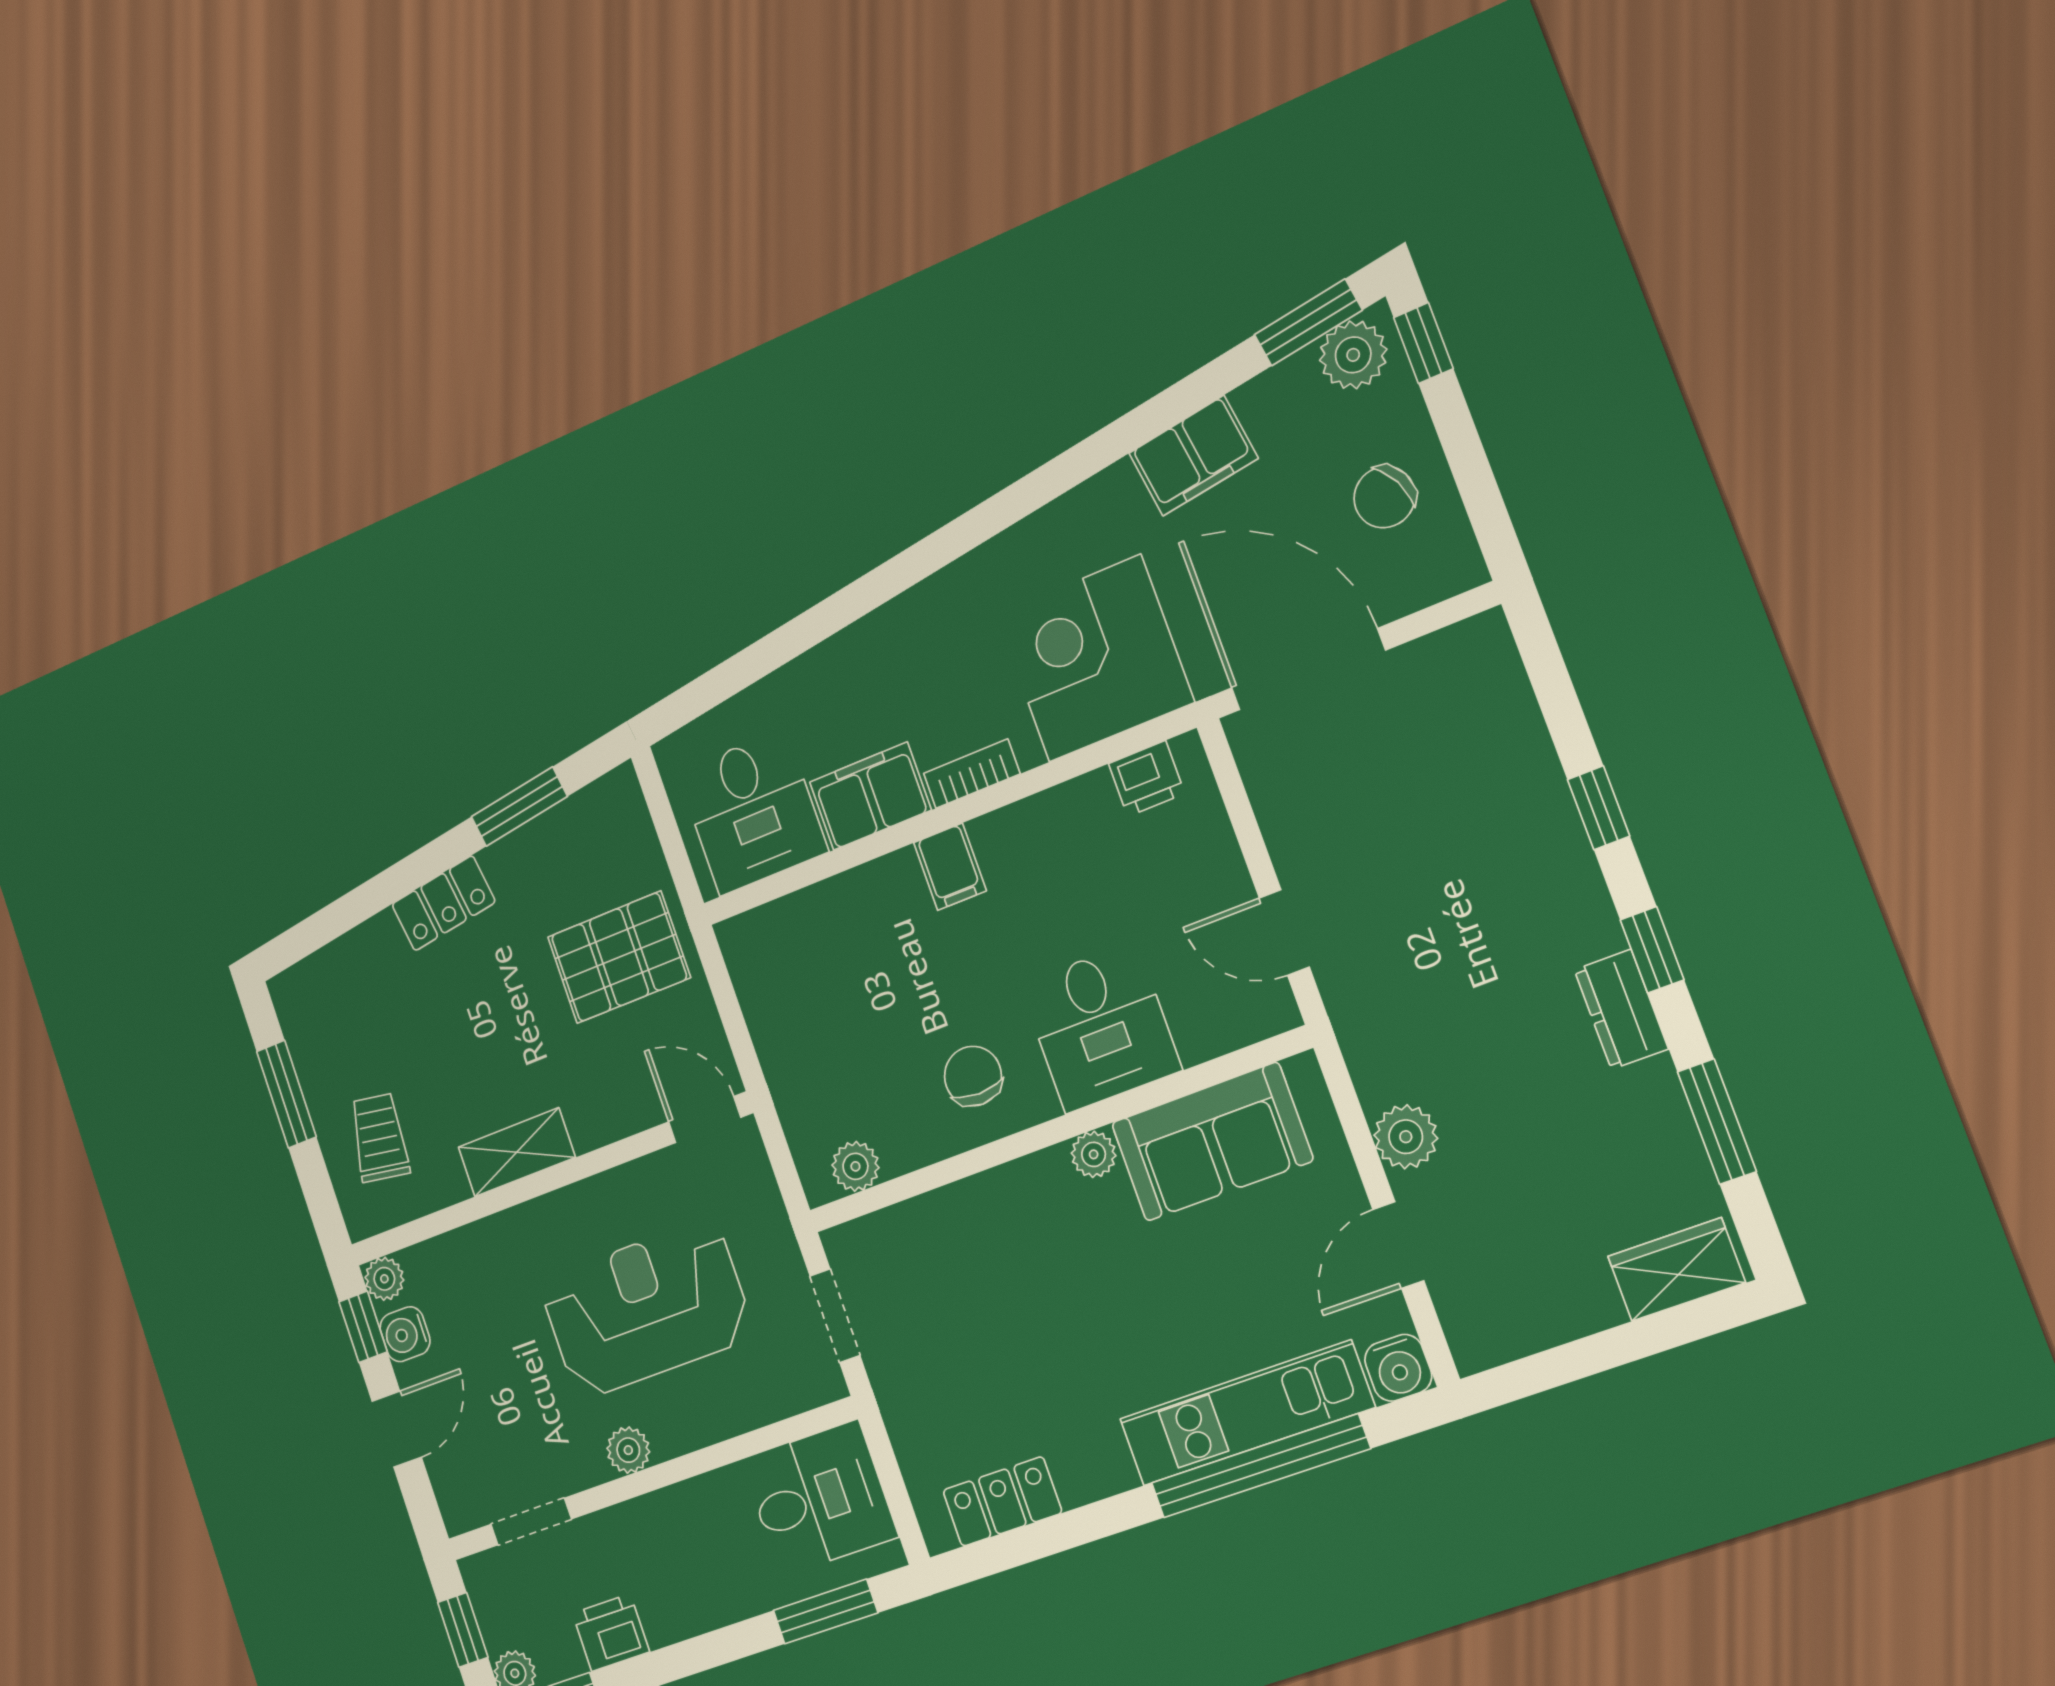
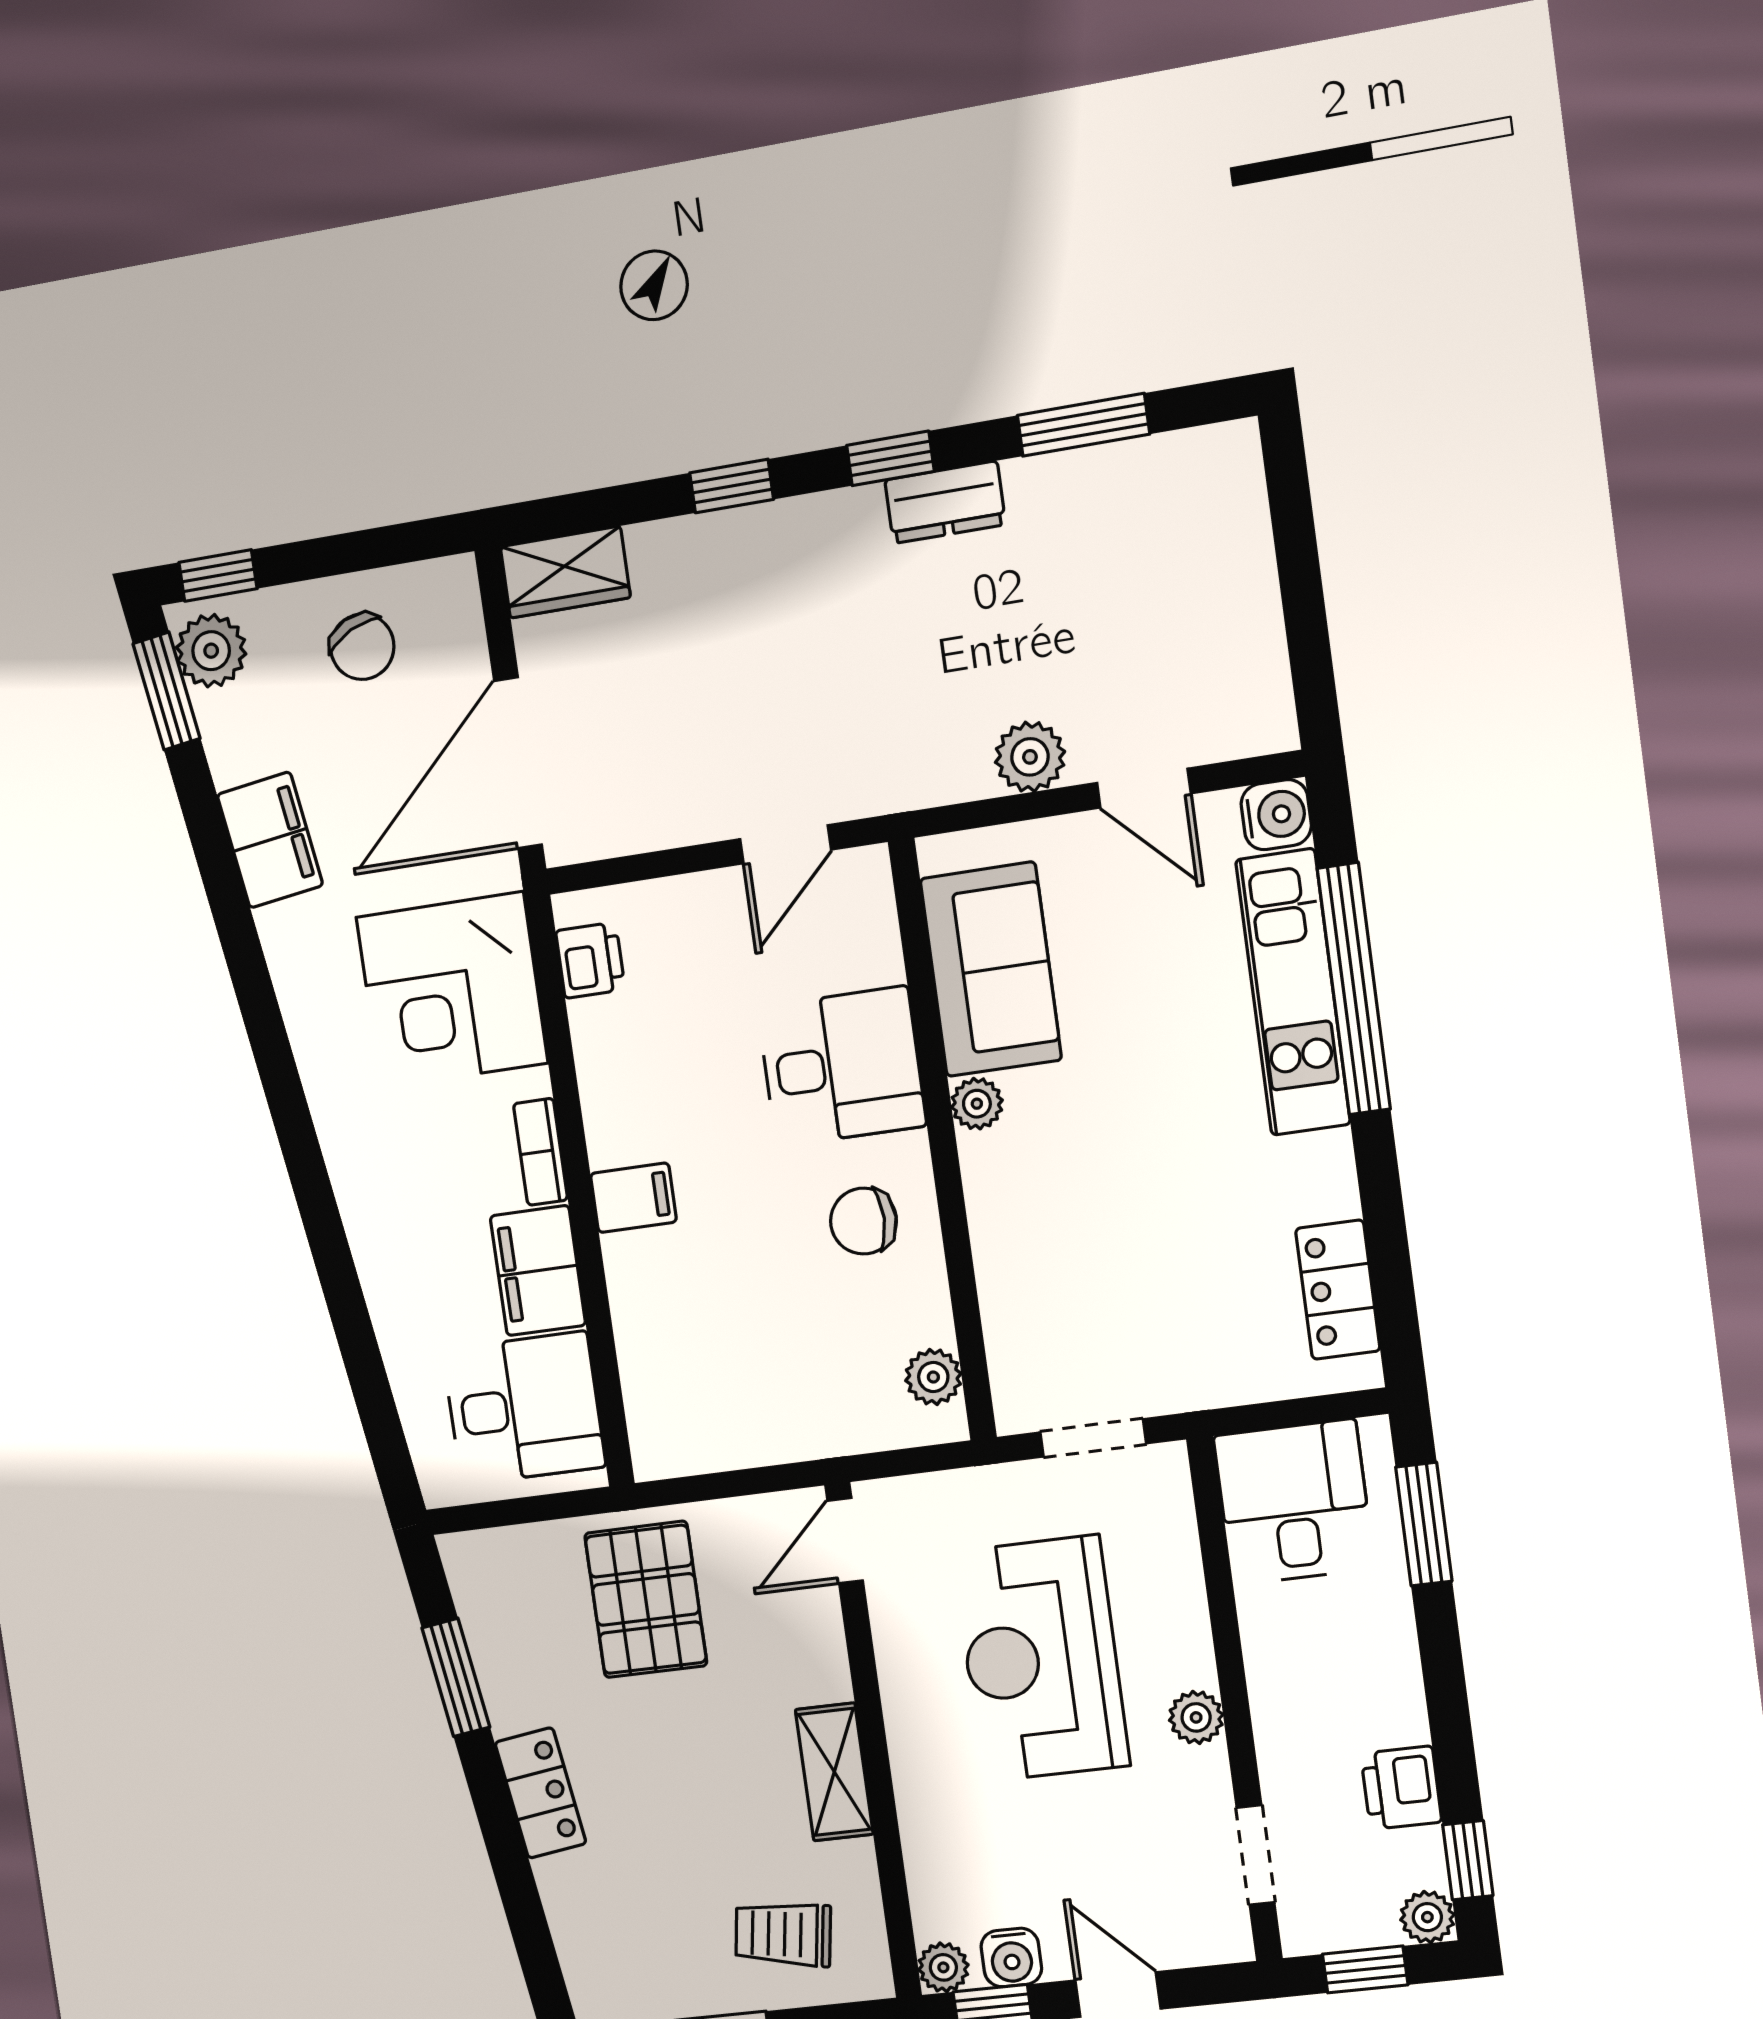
wardrobe: (1676, 1269) -> (565, 572), moved, turned -90

